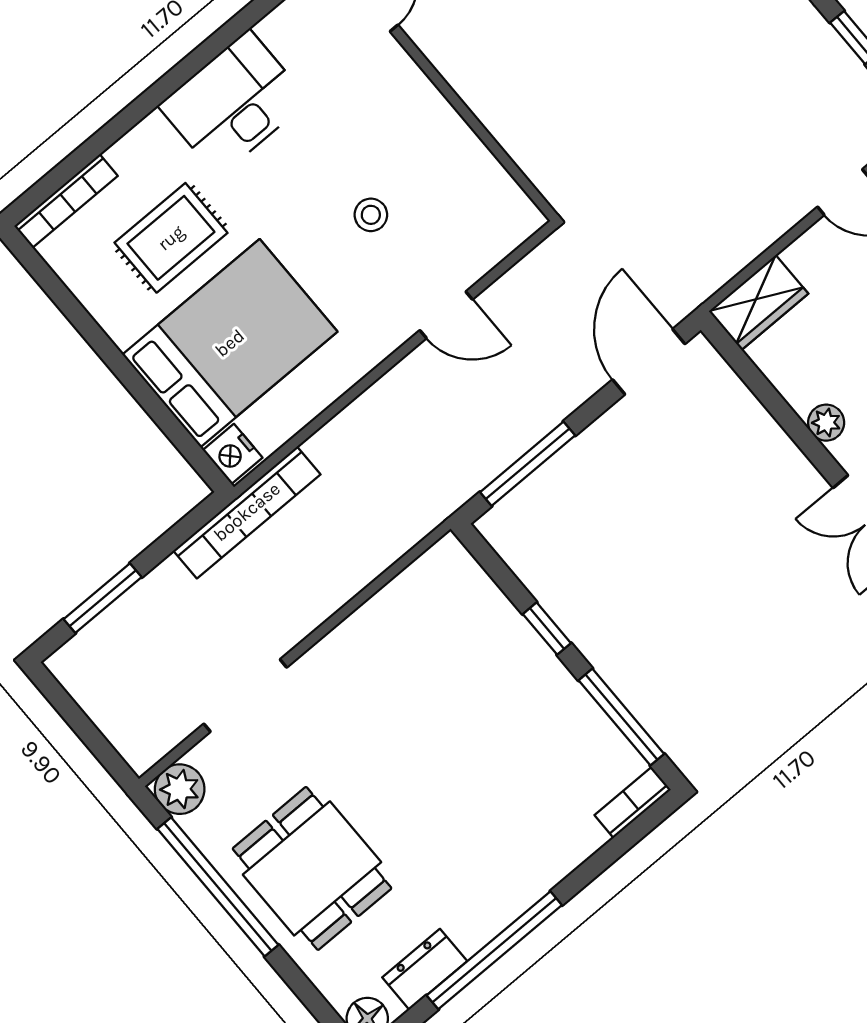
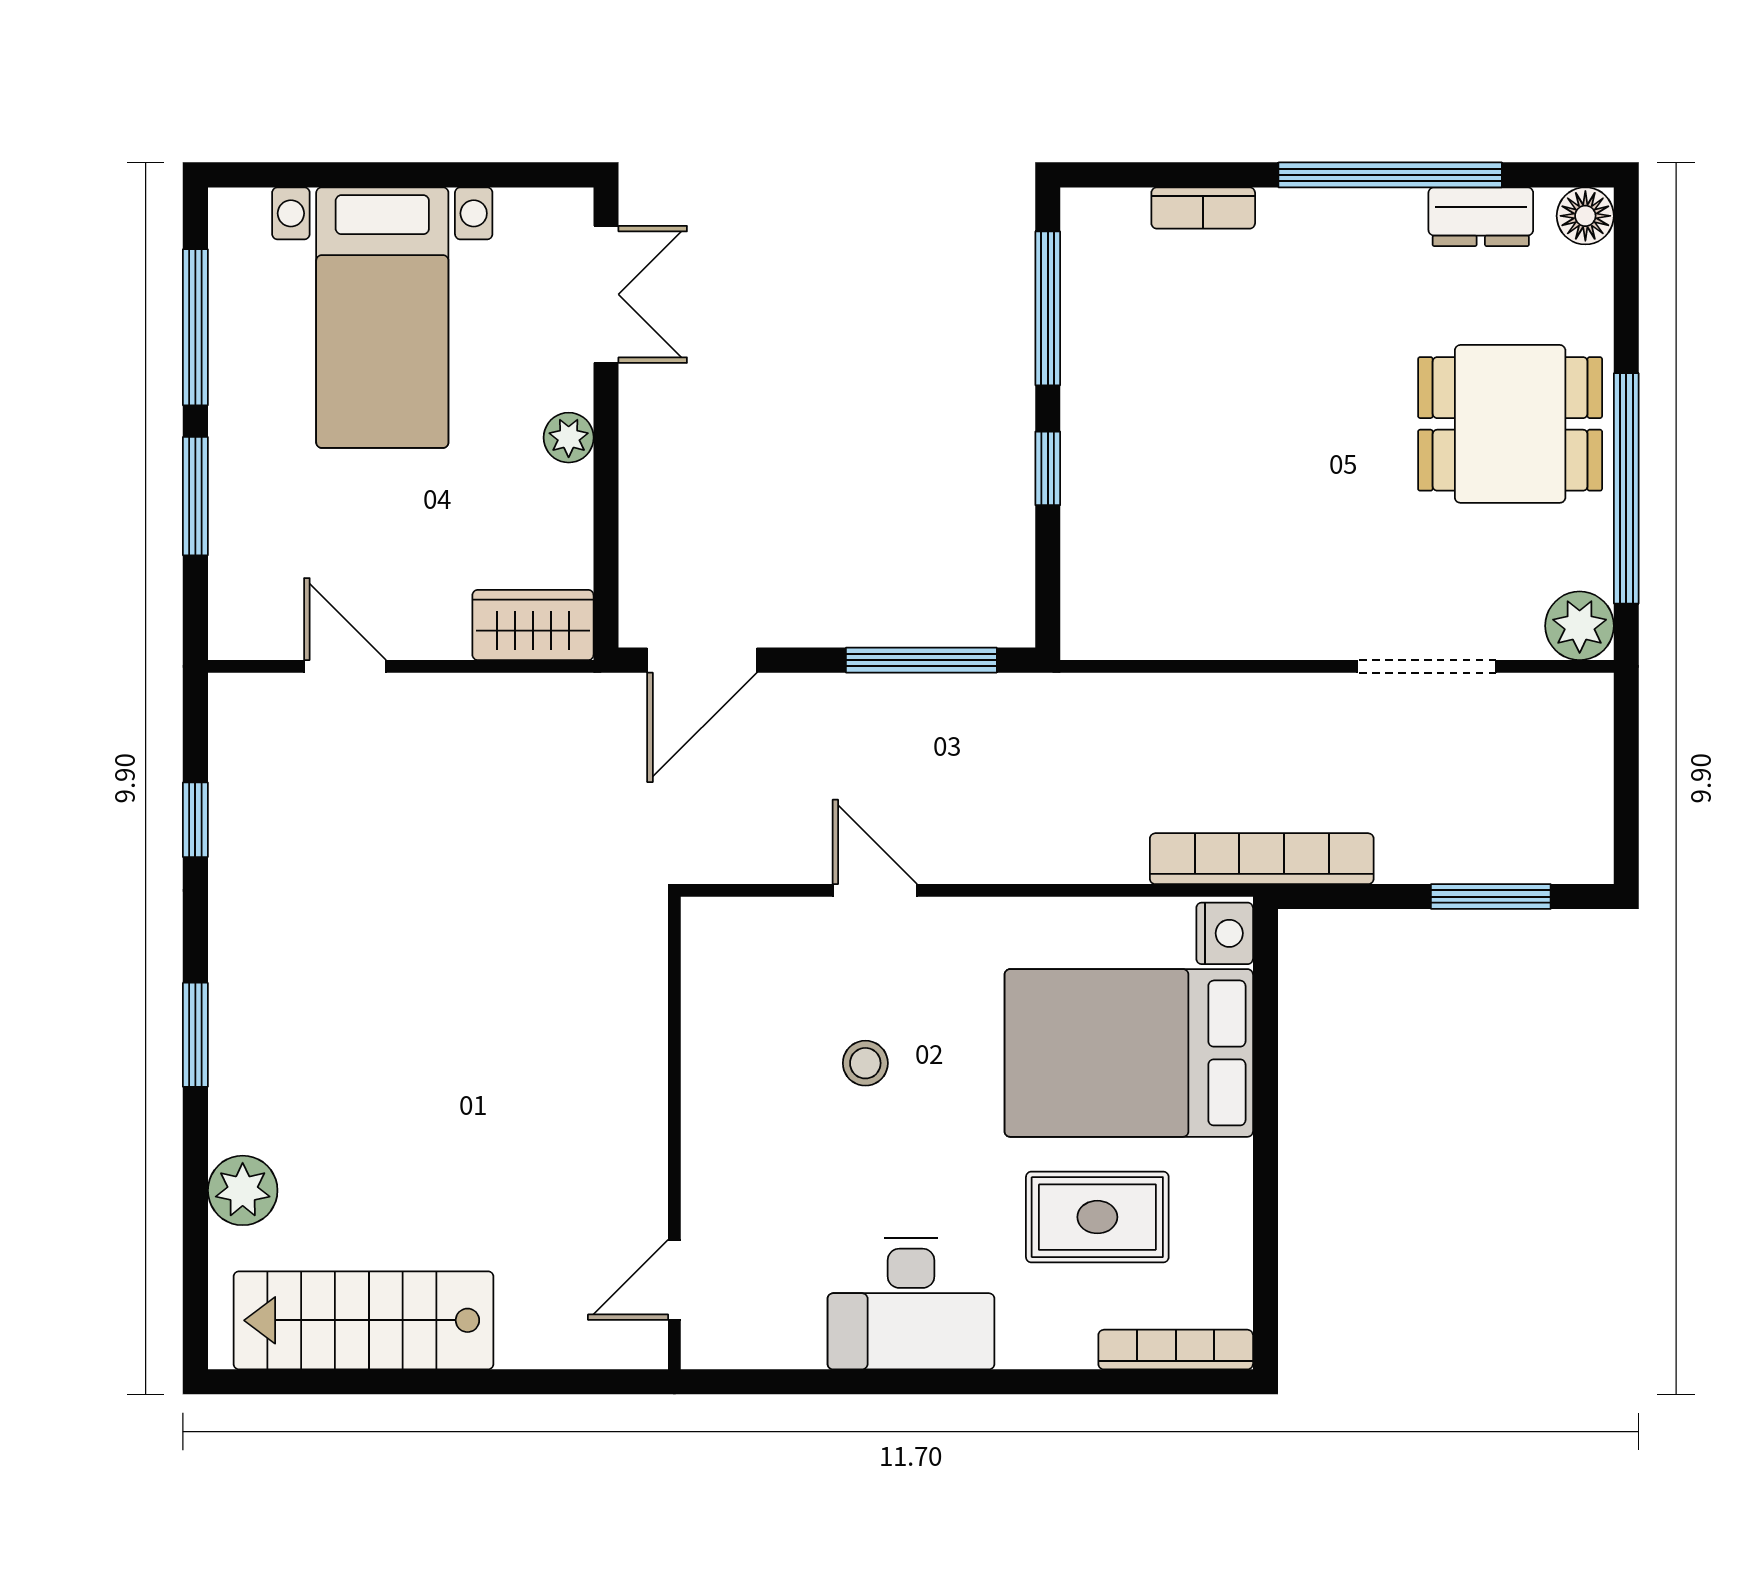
bookcase: (633, 802) -> (1203, 208), moved
dining table: (312, 868) -> (1510, 424), turned 90

